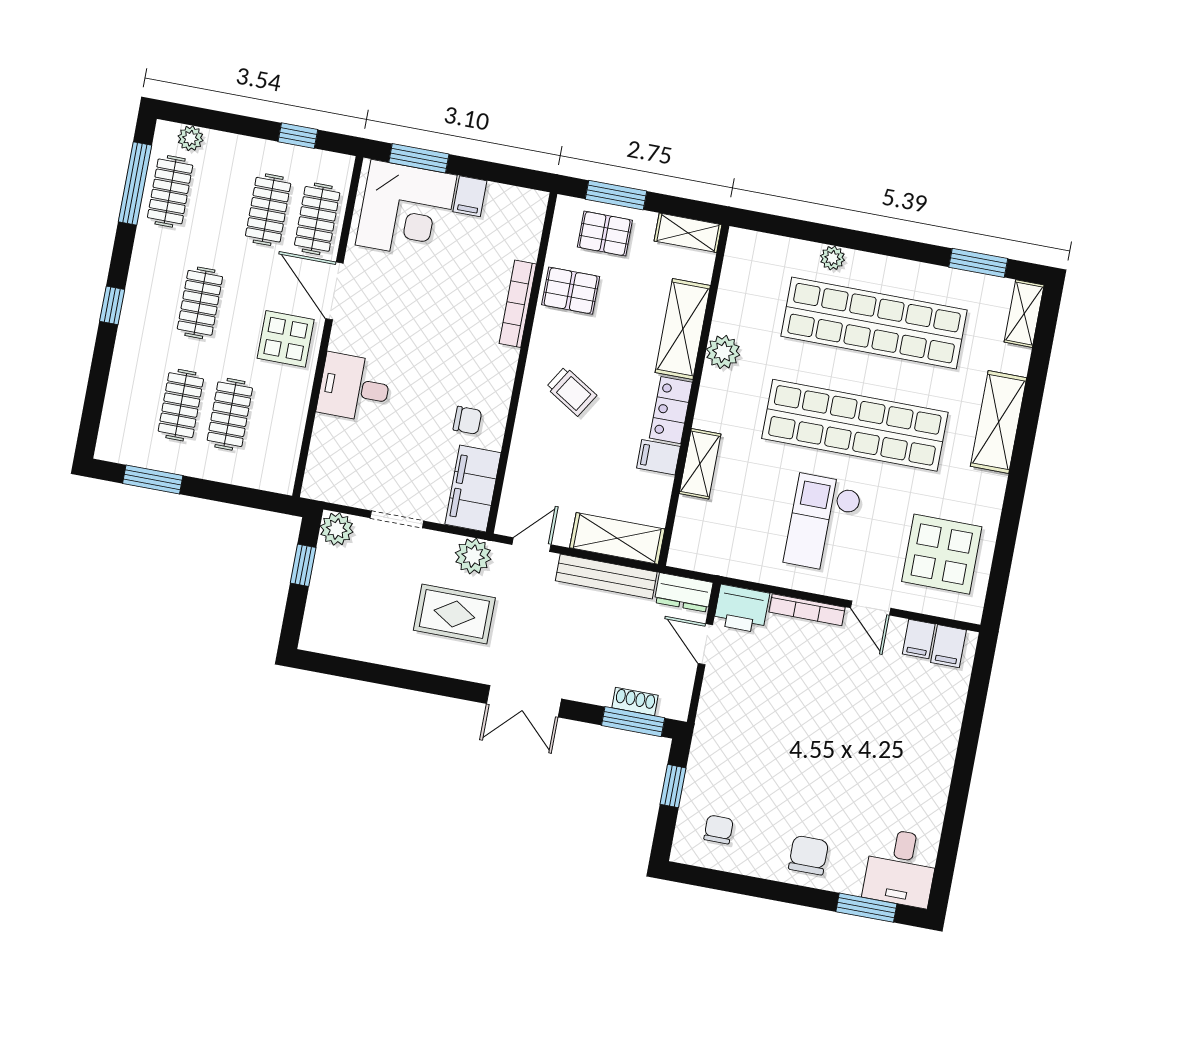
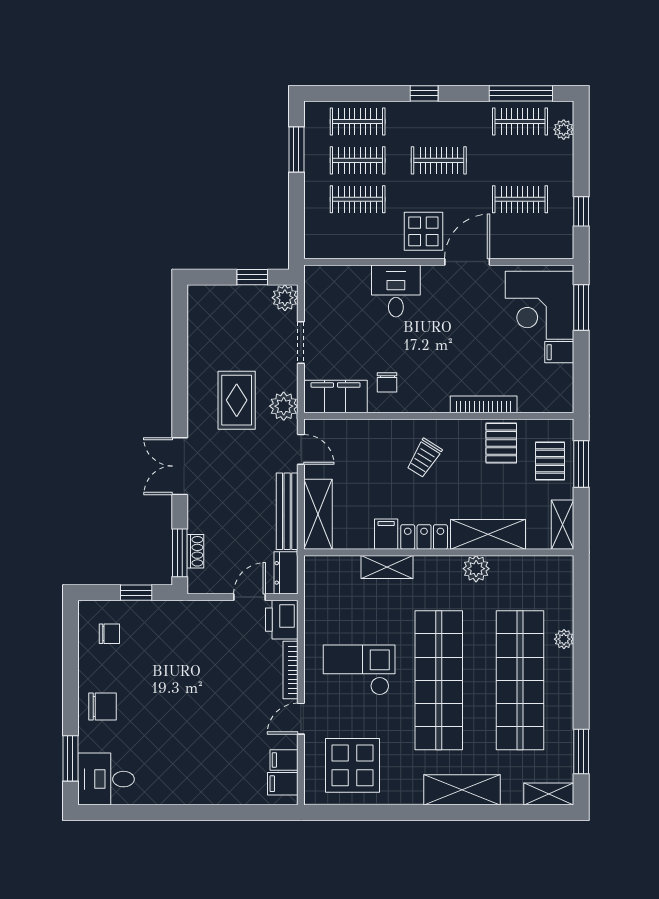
clothes rail: (317, 219) -> (358, 121), moved

